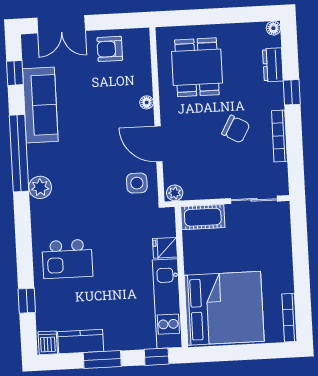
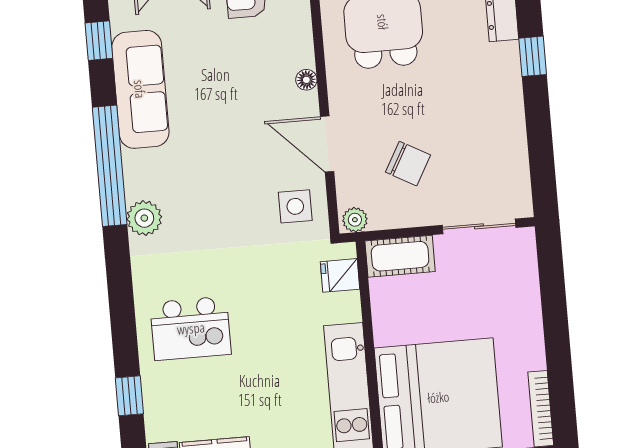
chair: (236, 129) -> (408, 164), moved
bookcase: (279, 136) -> (516, 125), removed
fridge: (165, 248) -> (340, 275), moved

